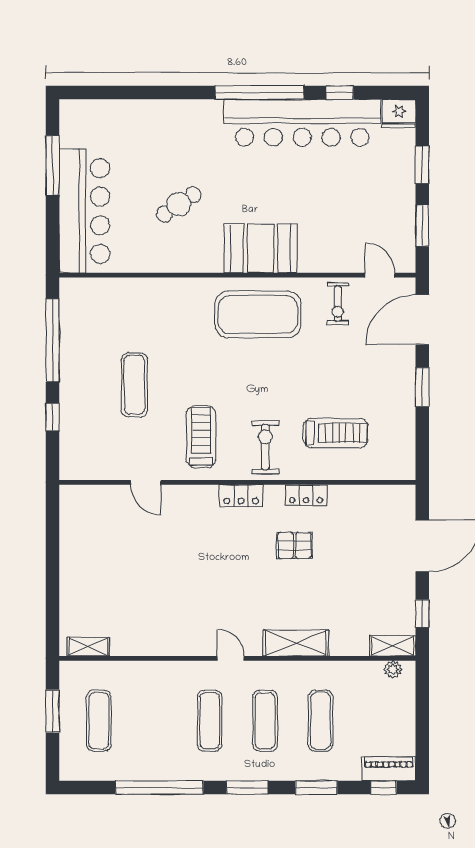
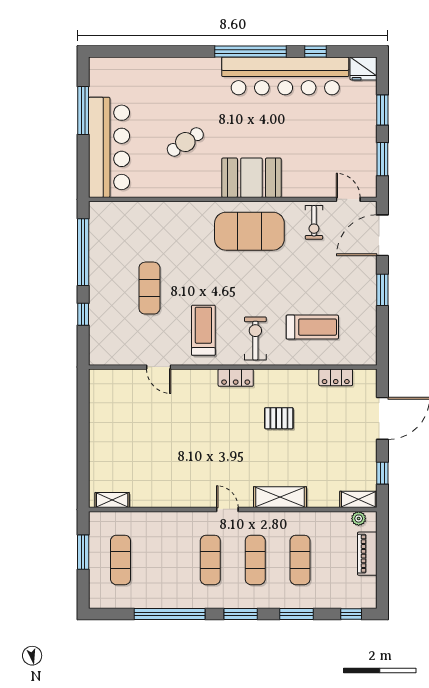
locker: (306, 495) -> (336, 377), moved
piano: (389, 769) -> (367, 554), moved, turned -90

